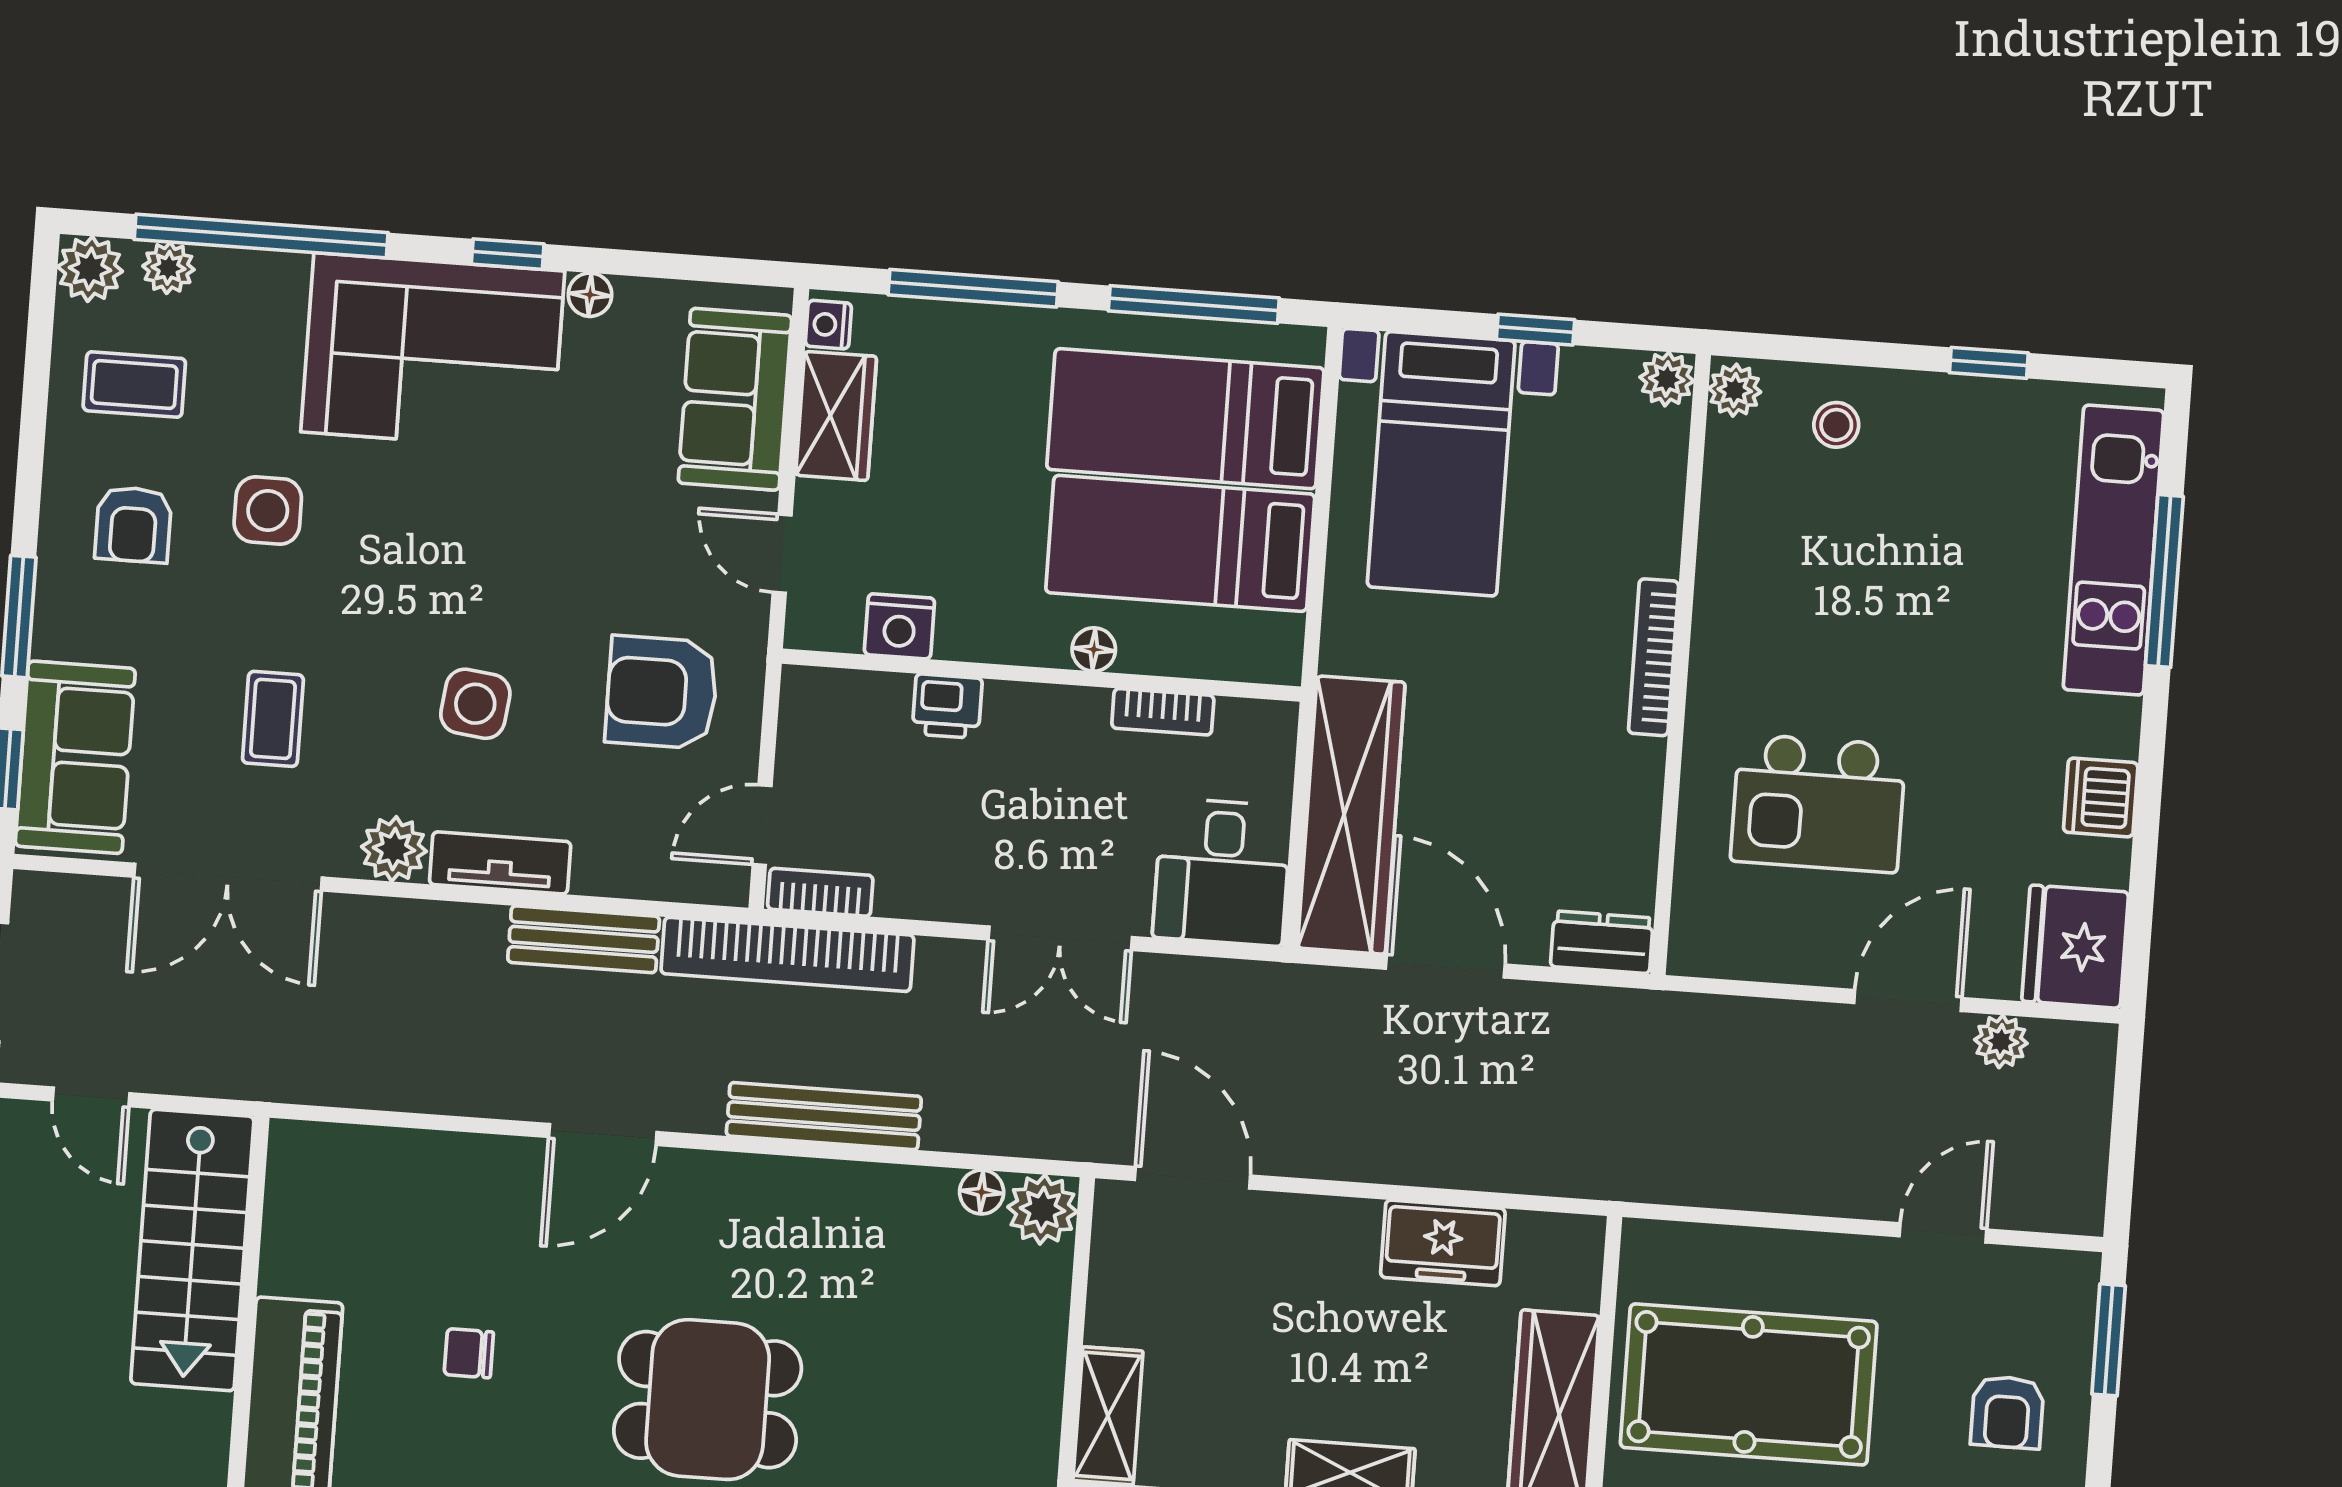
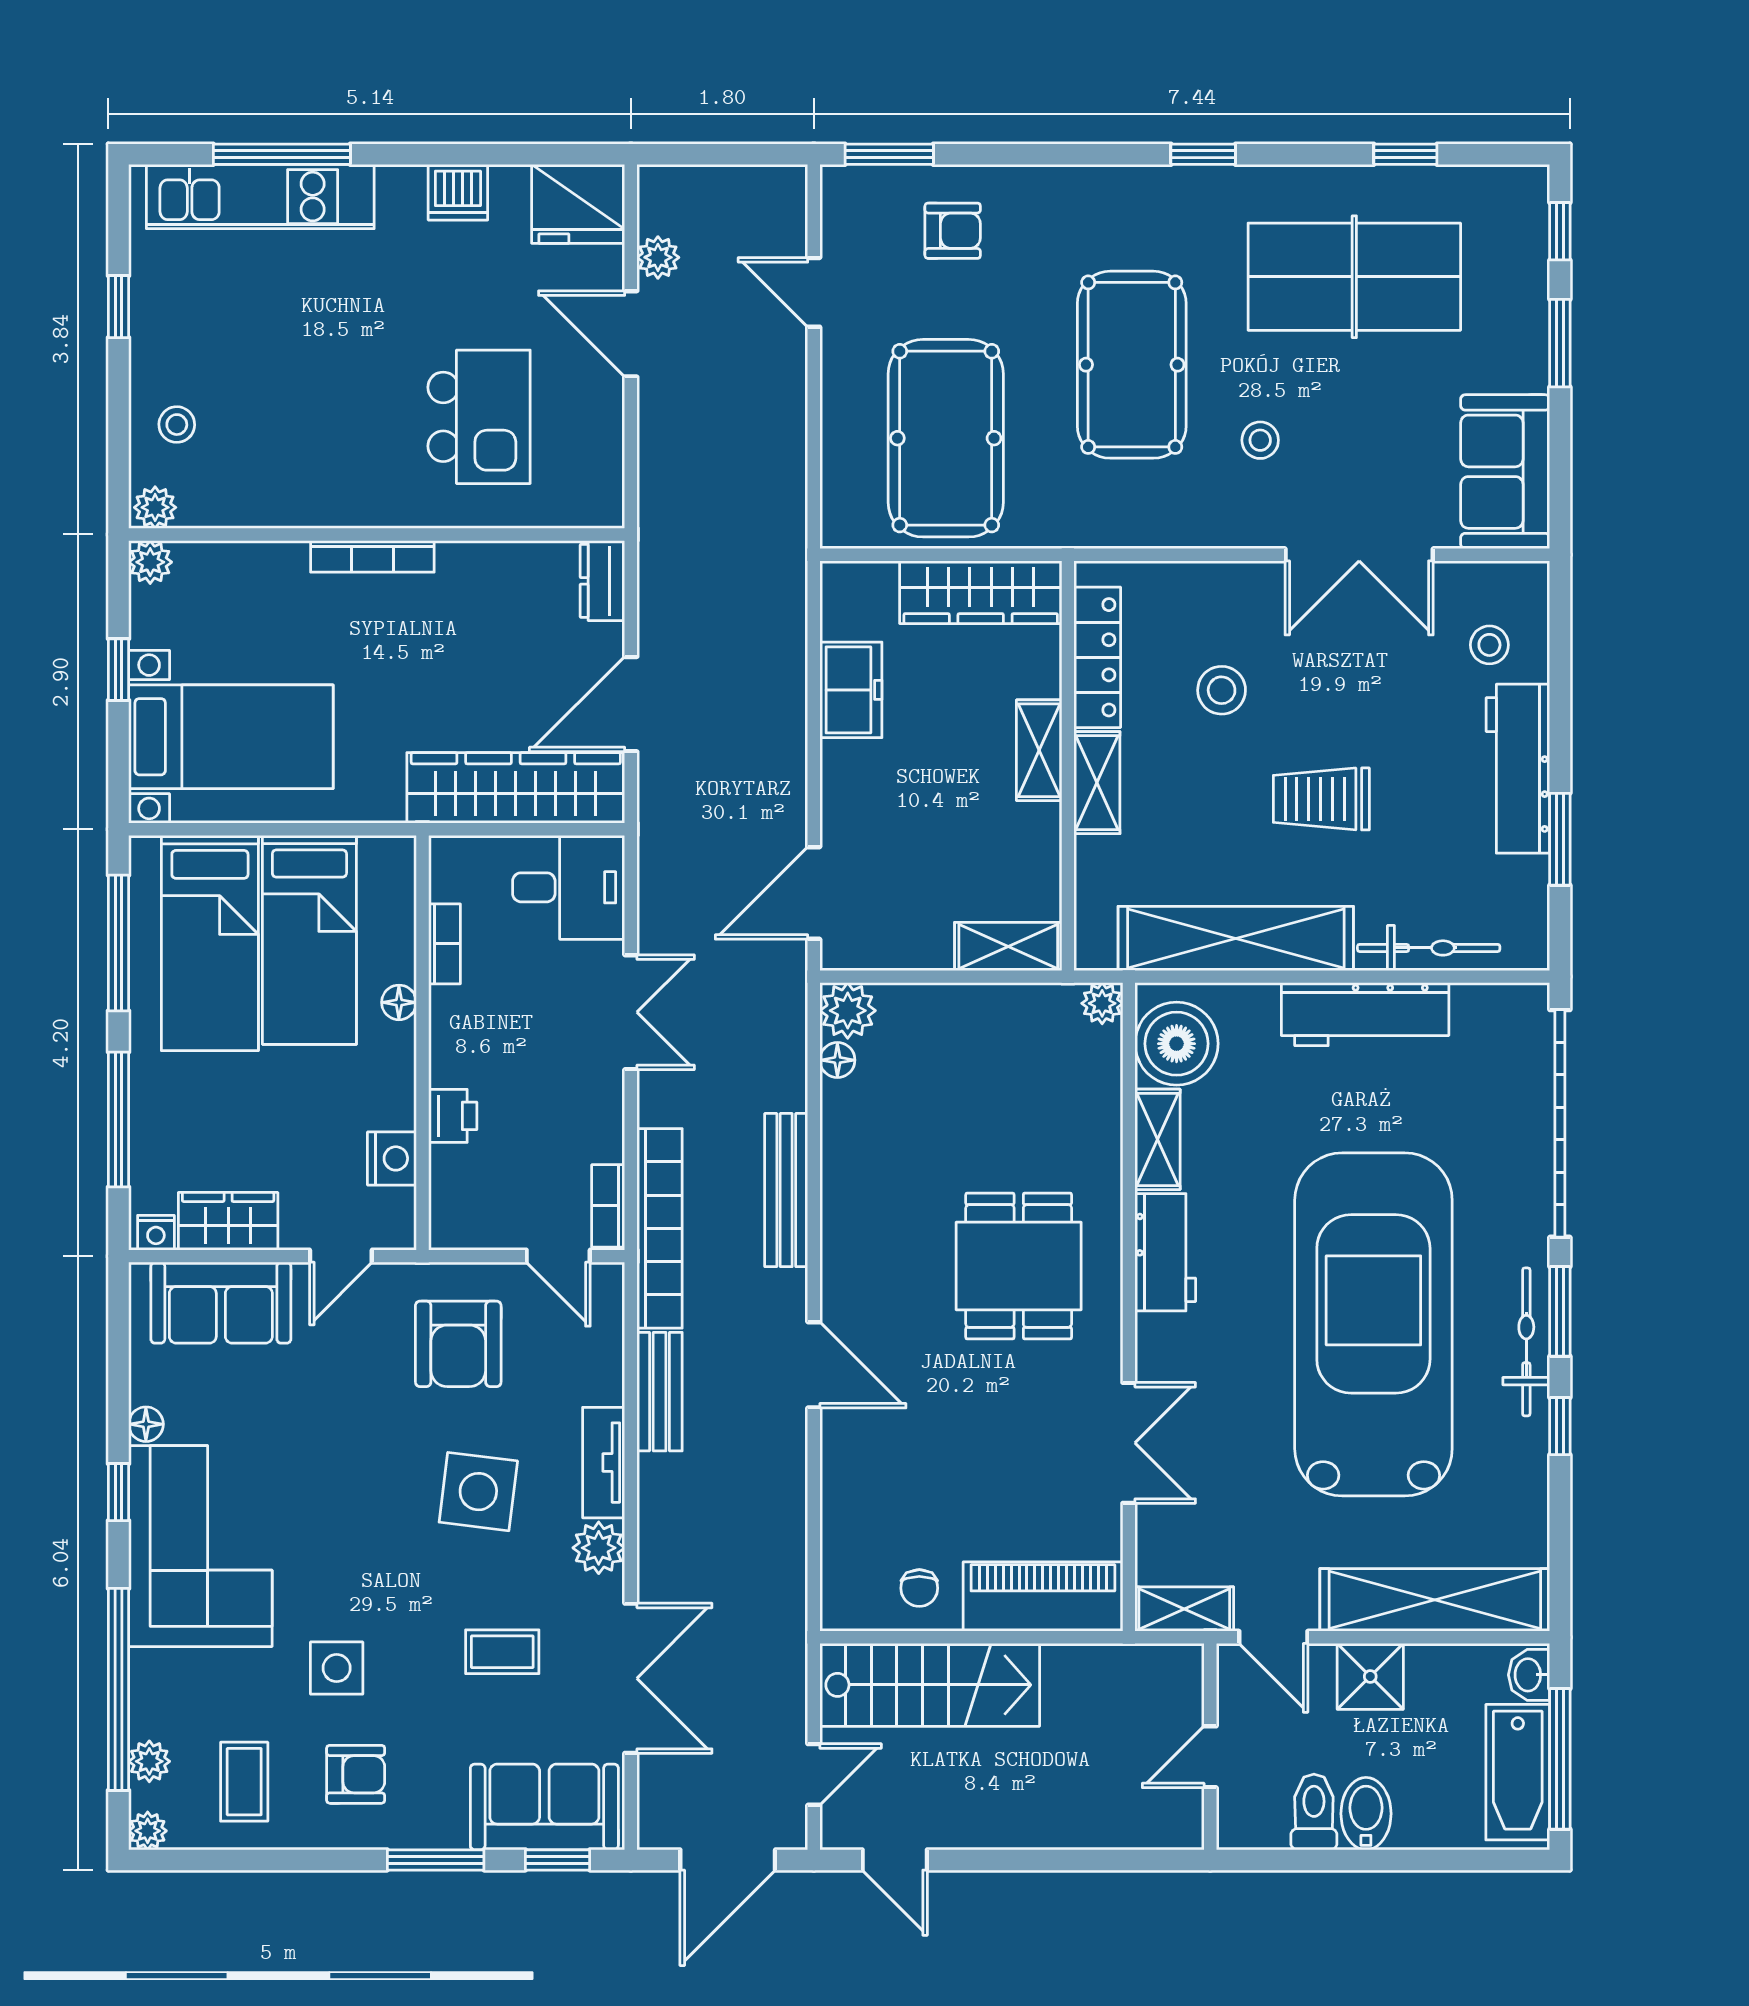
plant: (90, 269) -> (148, 1831), width x0.73, depth x0.73
side table: (475, 704) -> (478, 1492), width x1.37, depth x1.37
chair: (469, 1353) -> (919, 1588), moved

